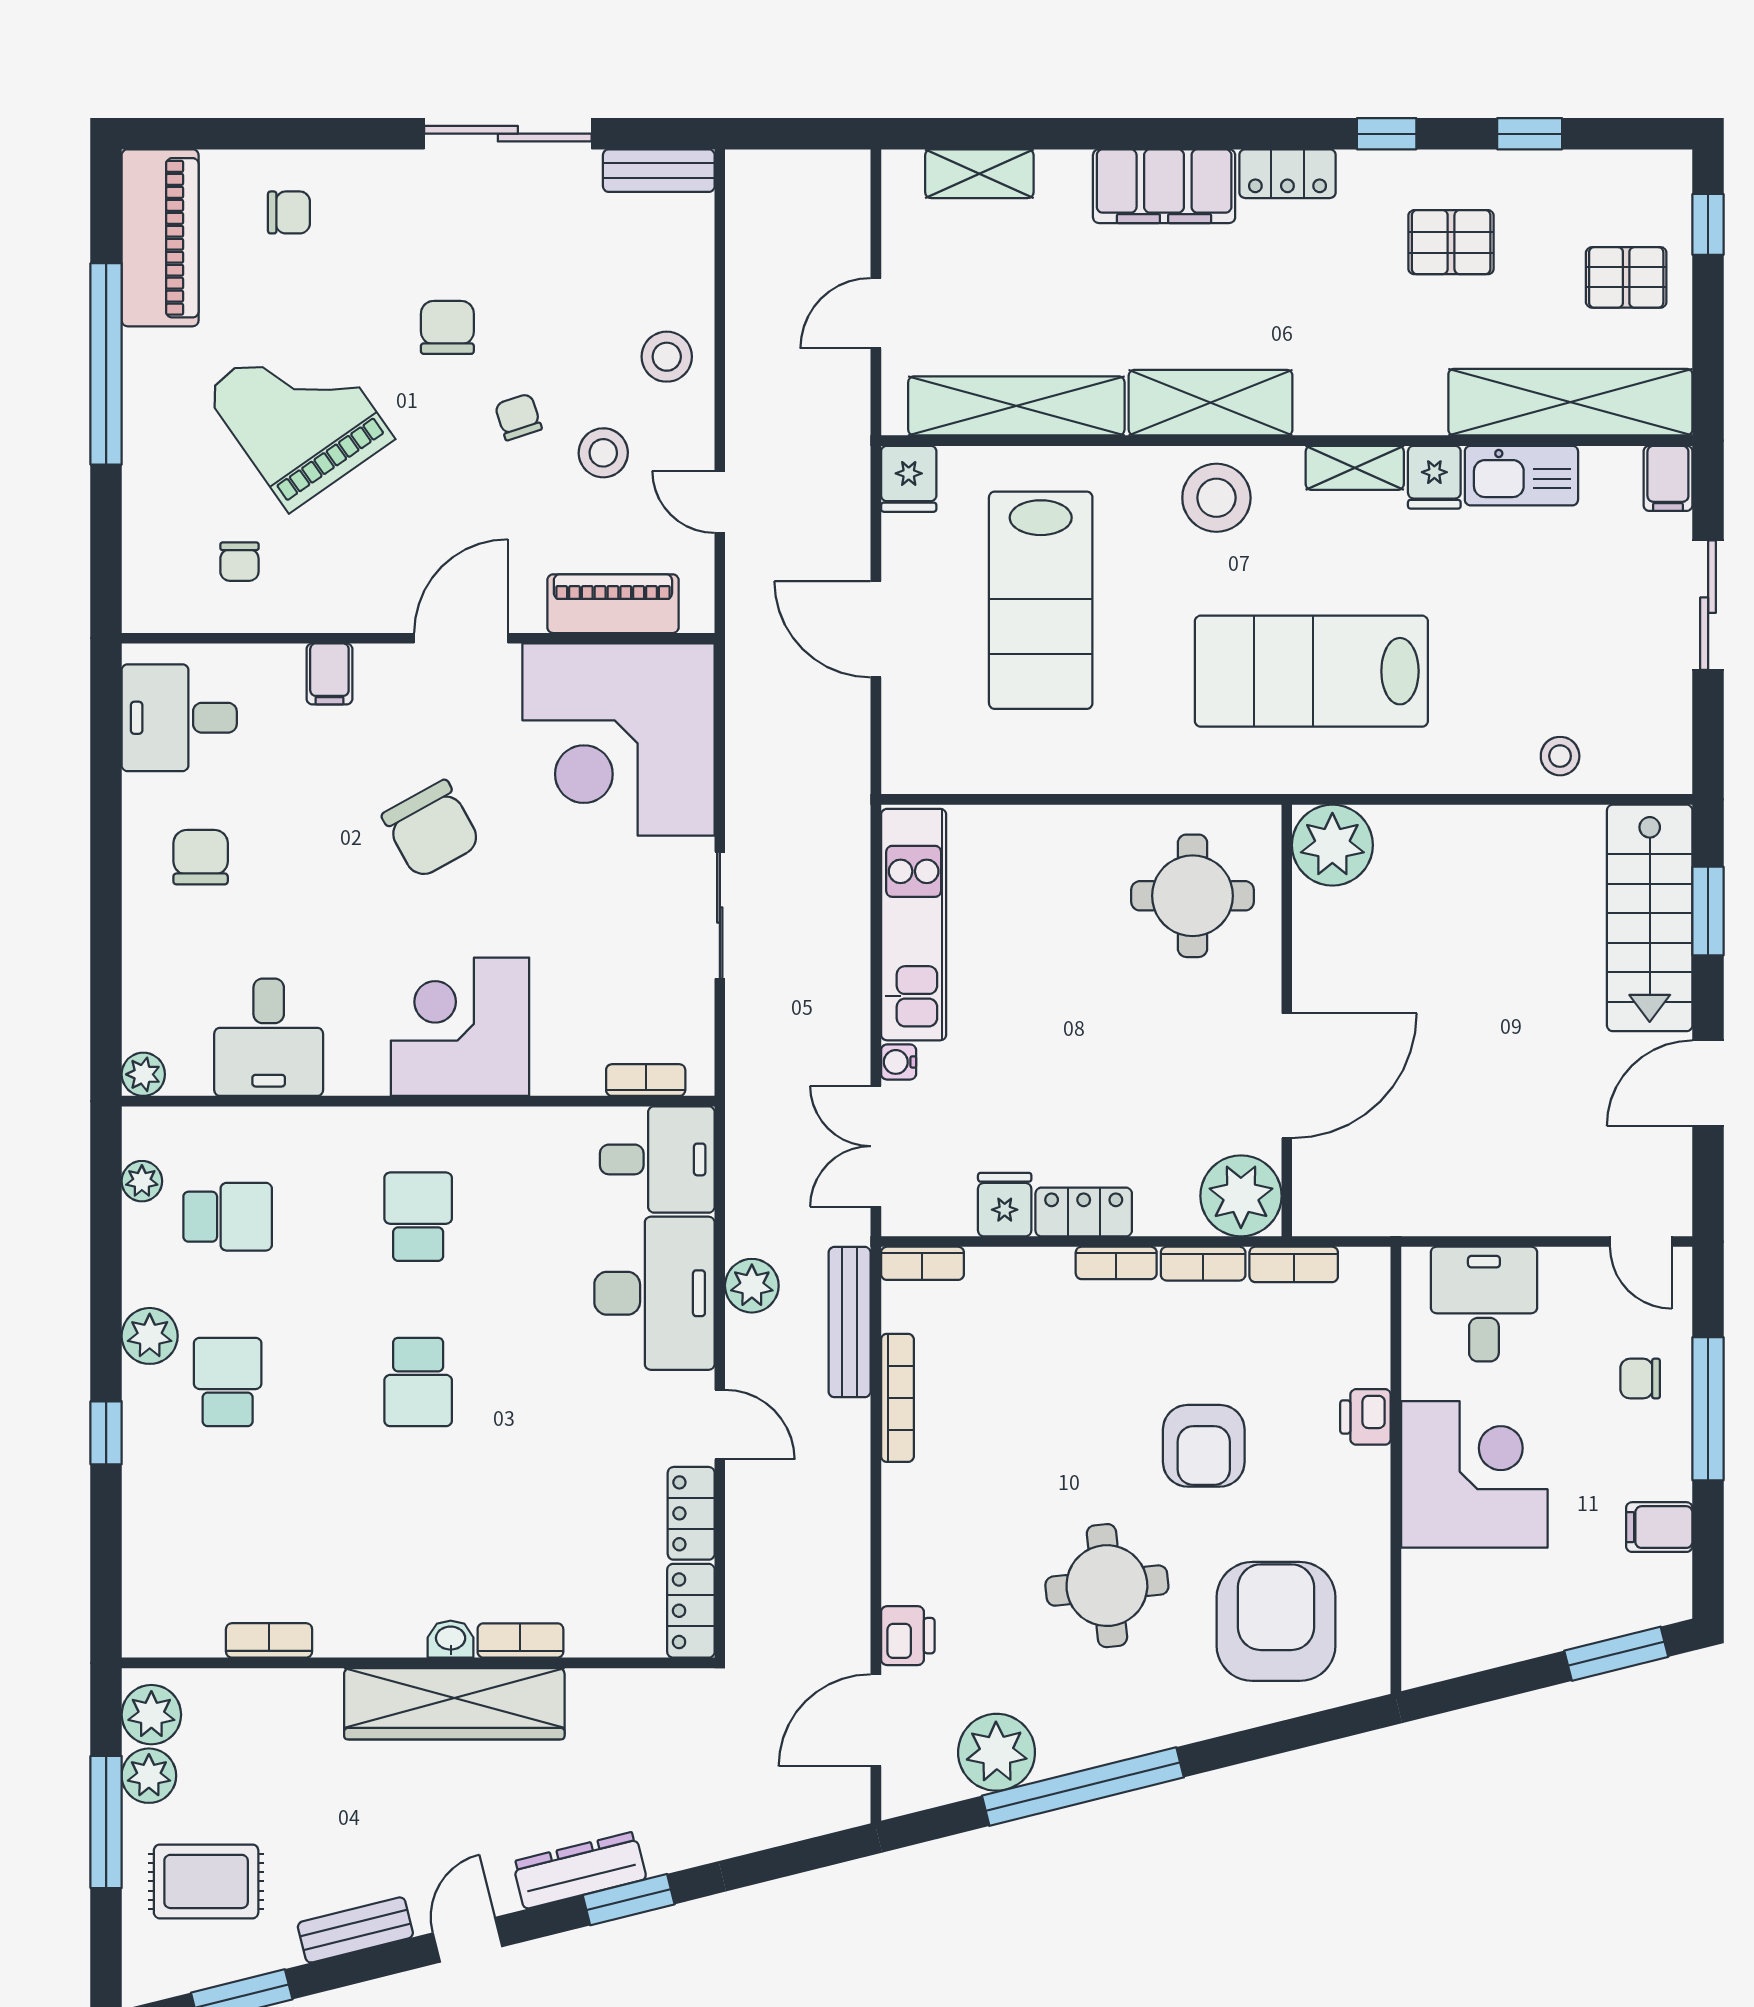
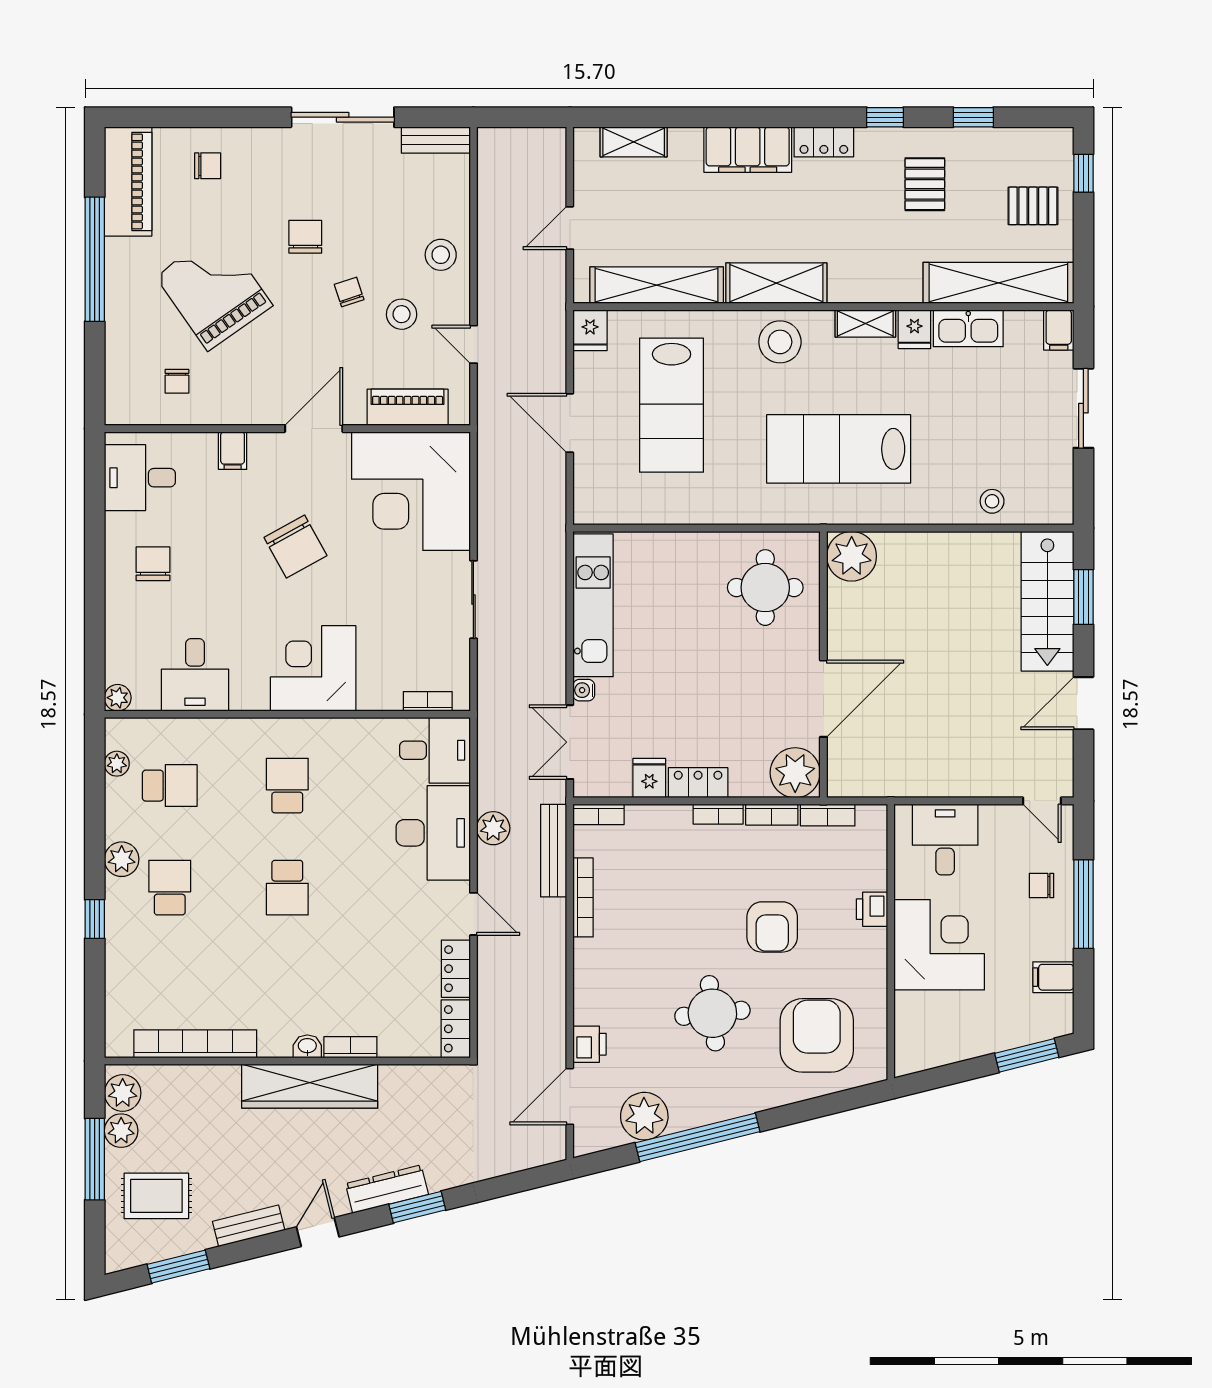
pallet: (1451, 242) -> (925, 184), turned 90
bookcase: (269, 1640) -> (195, 1044), width x2.31, depth x1.31

